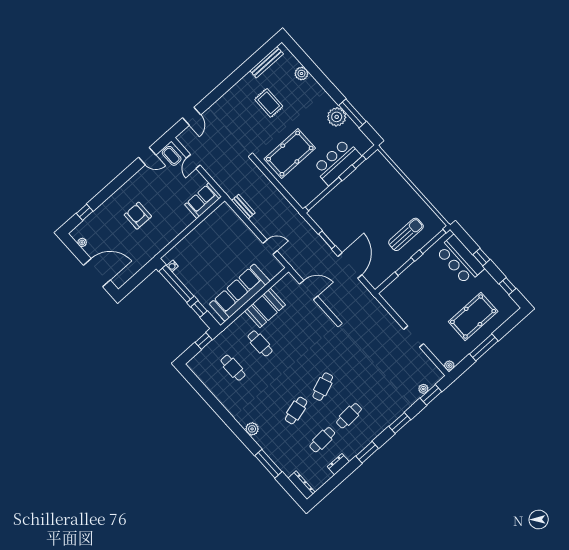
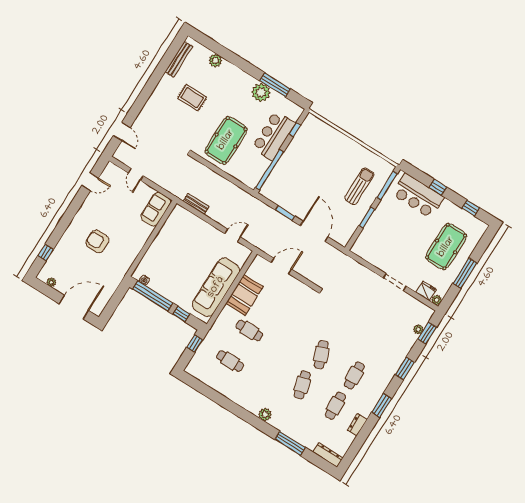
coffee table: (172, 156) -> (113, 175), removed
fridge: (442, 354) -> (426, 291), added

